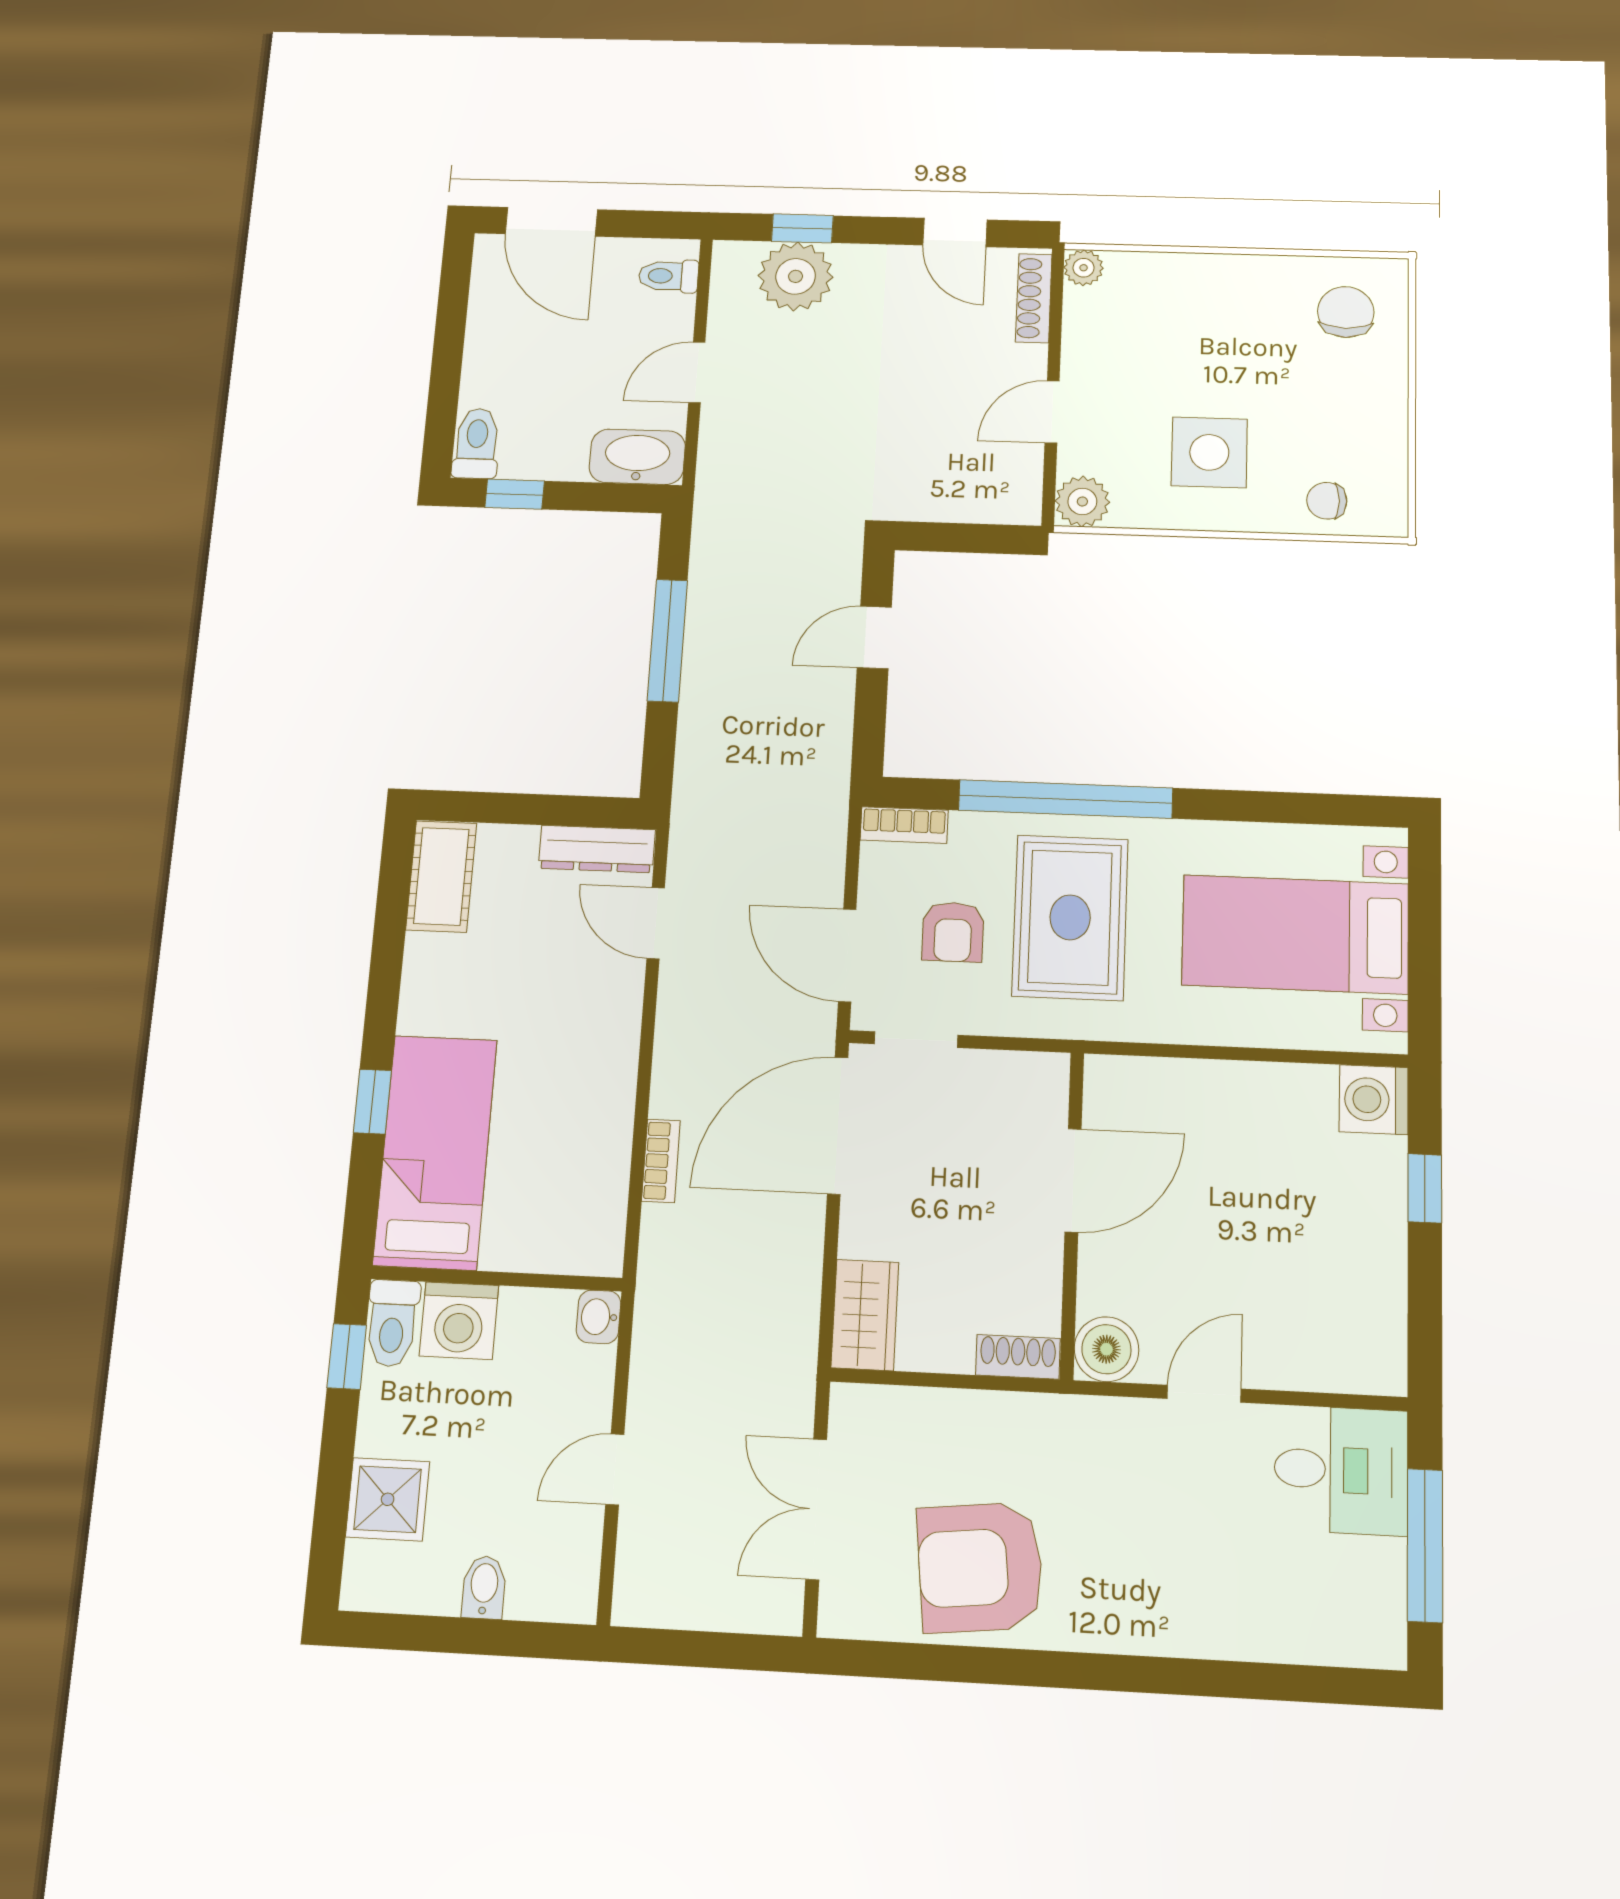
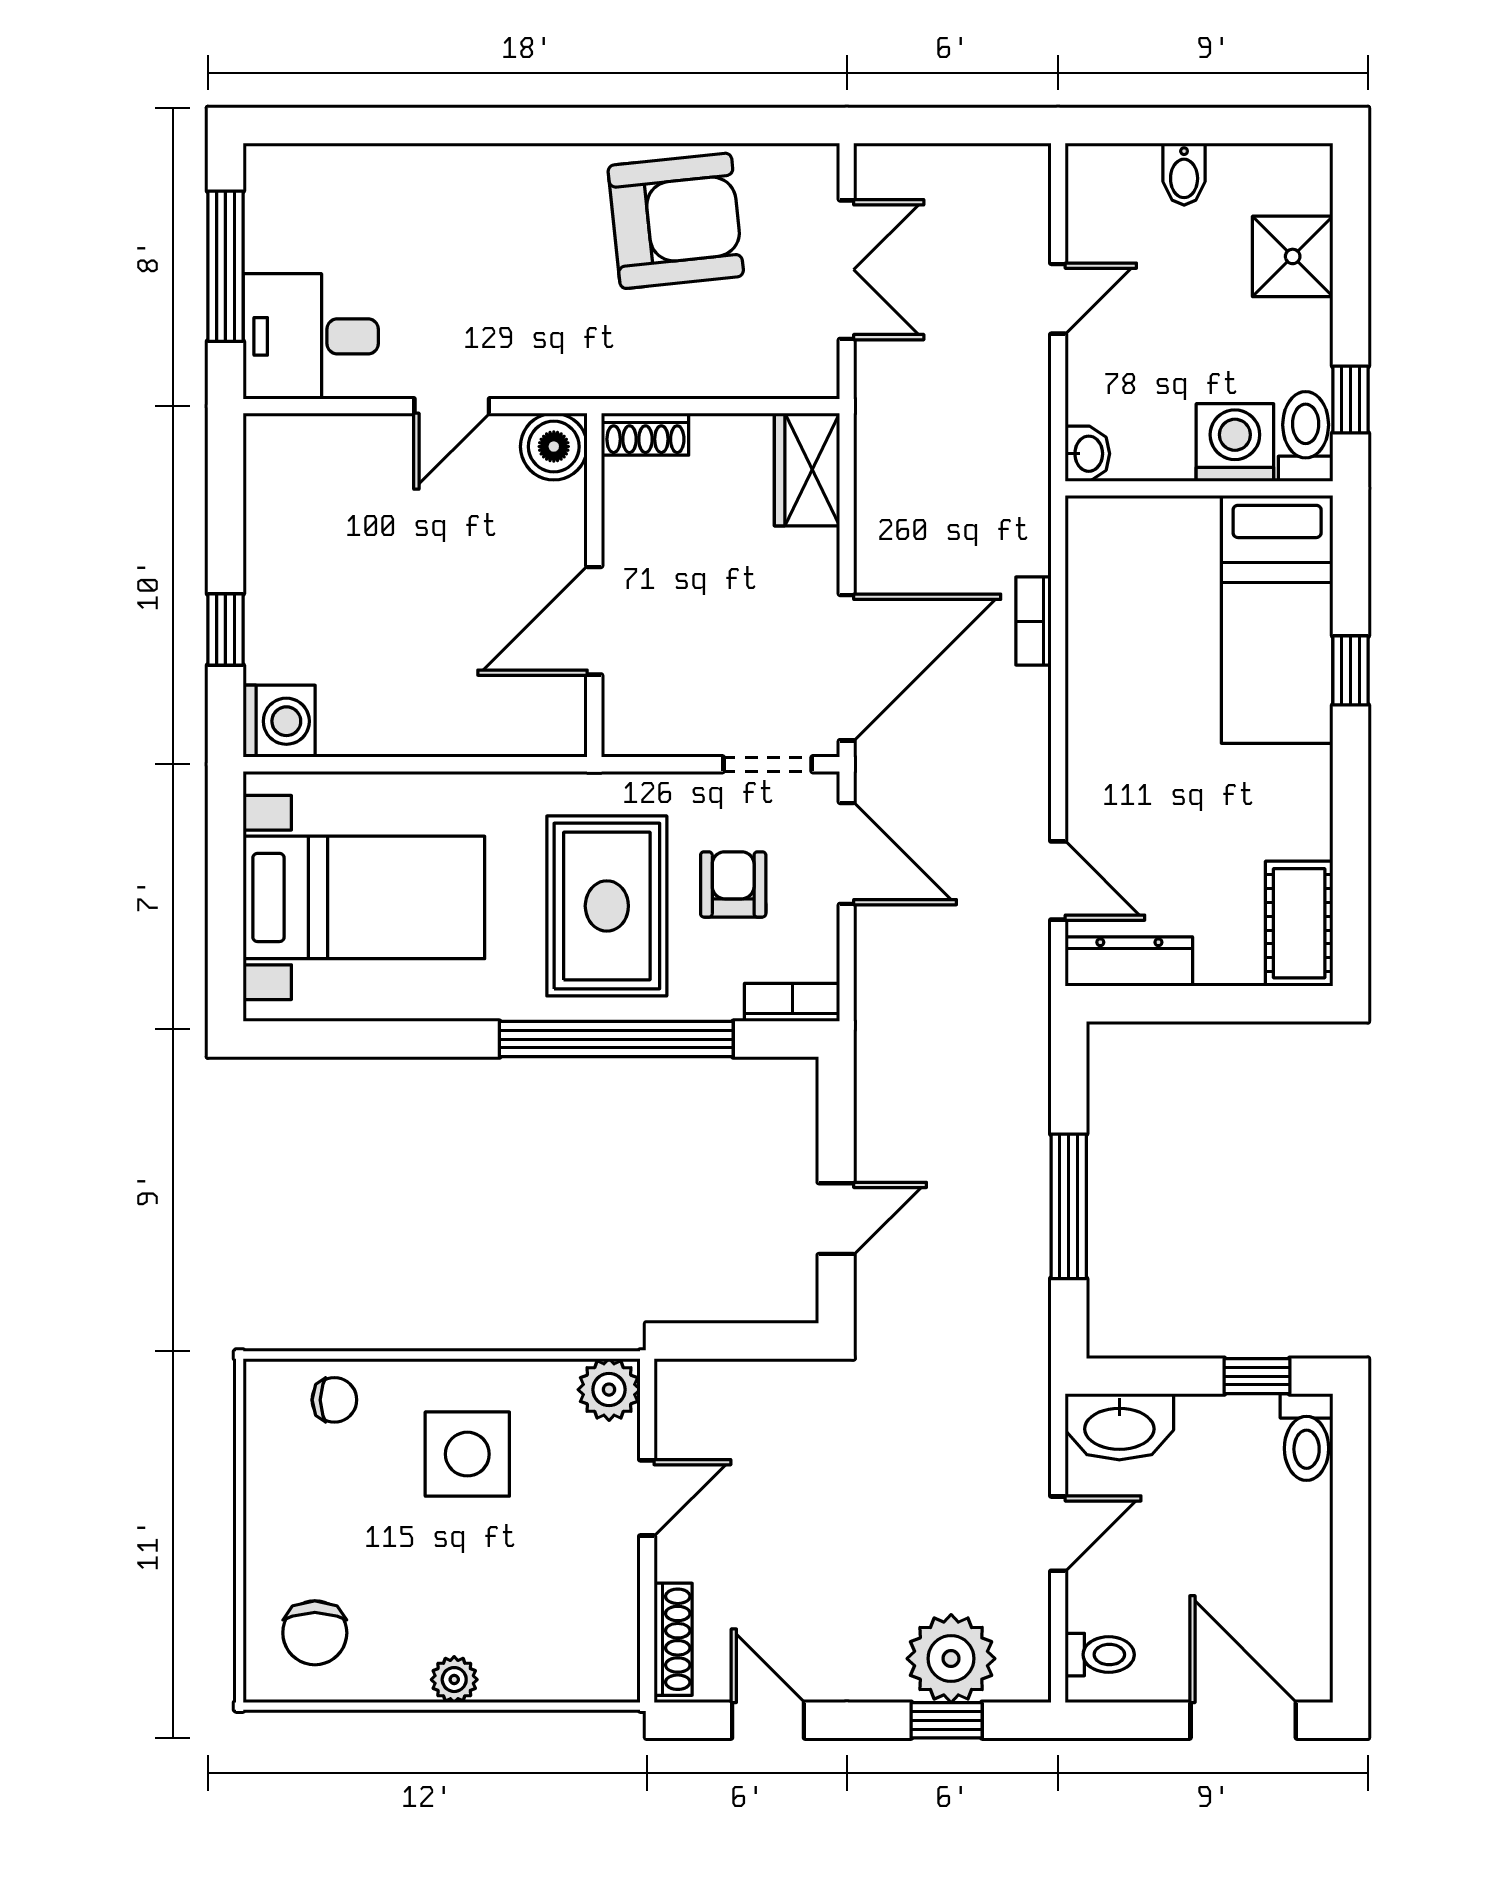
plant: (1084, 268) -> (454, 1680), moved

